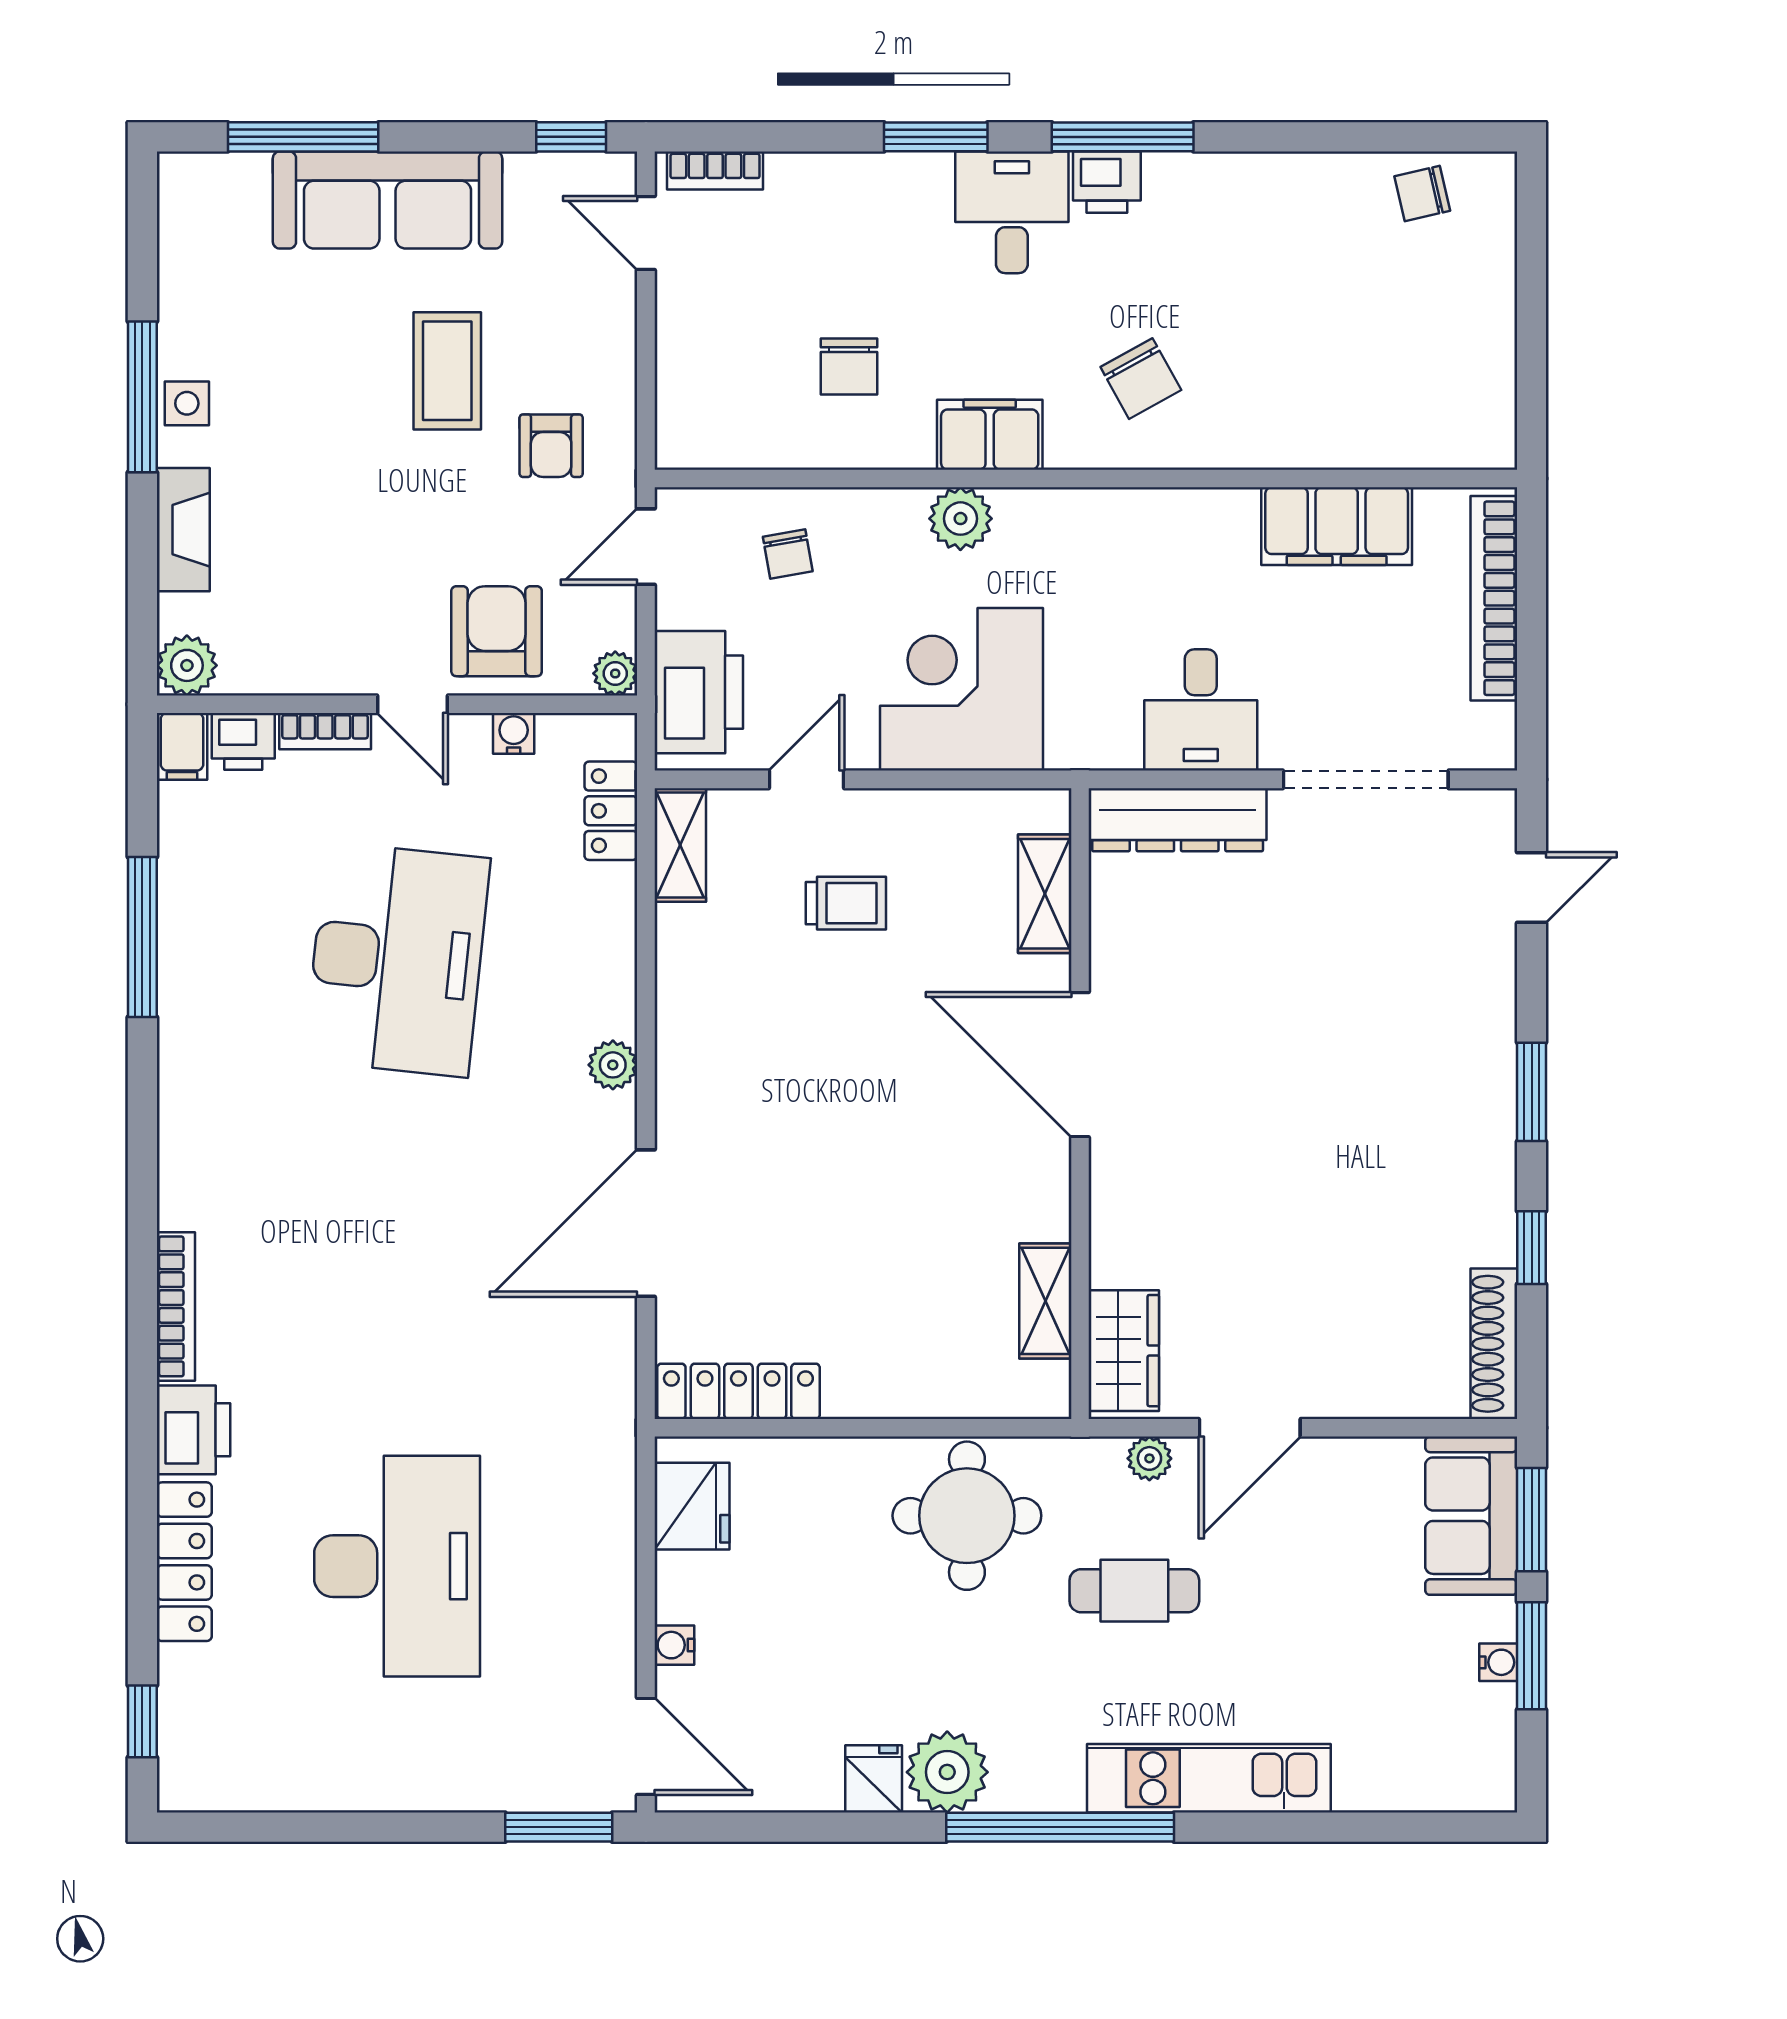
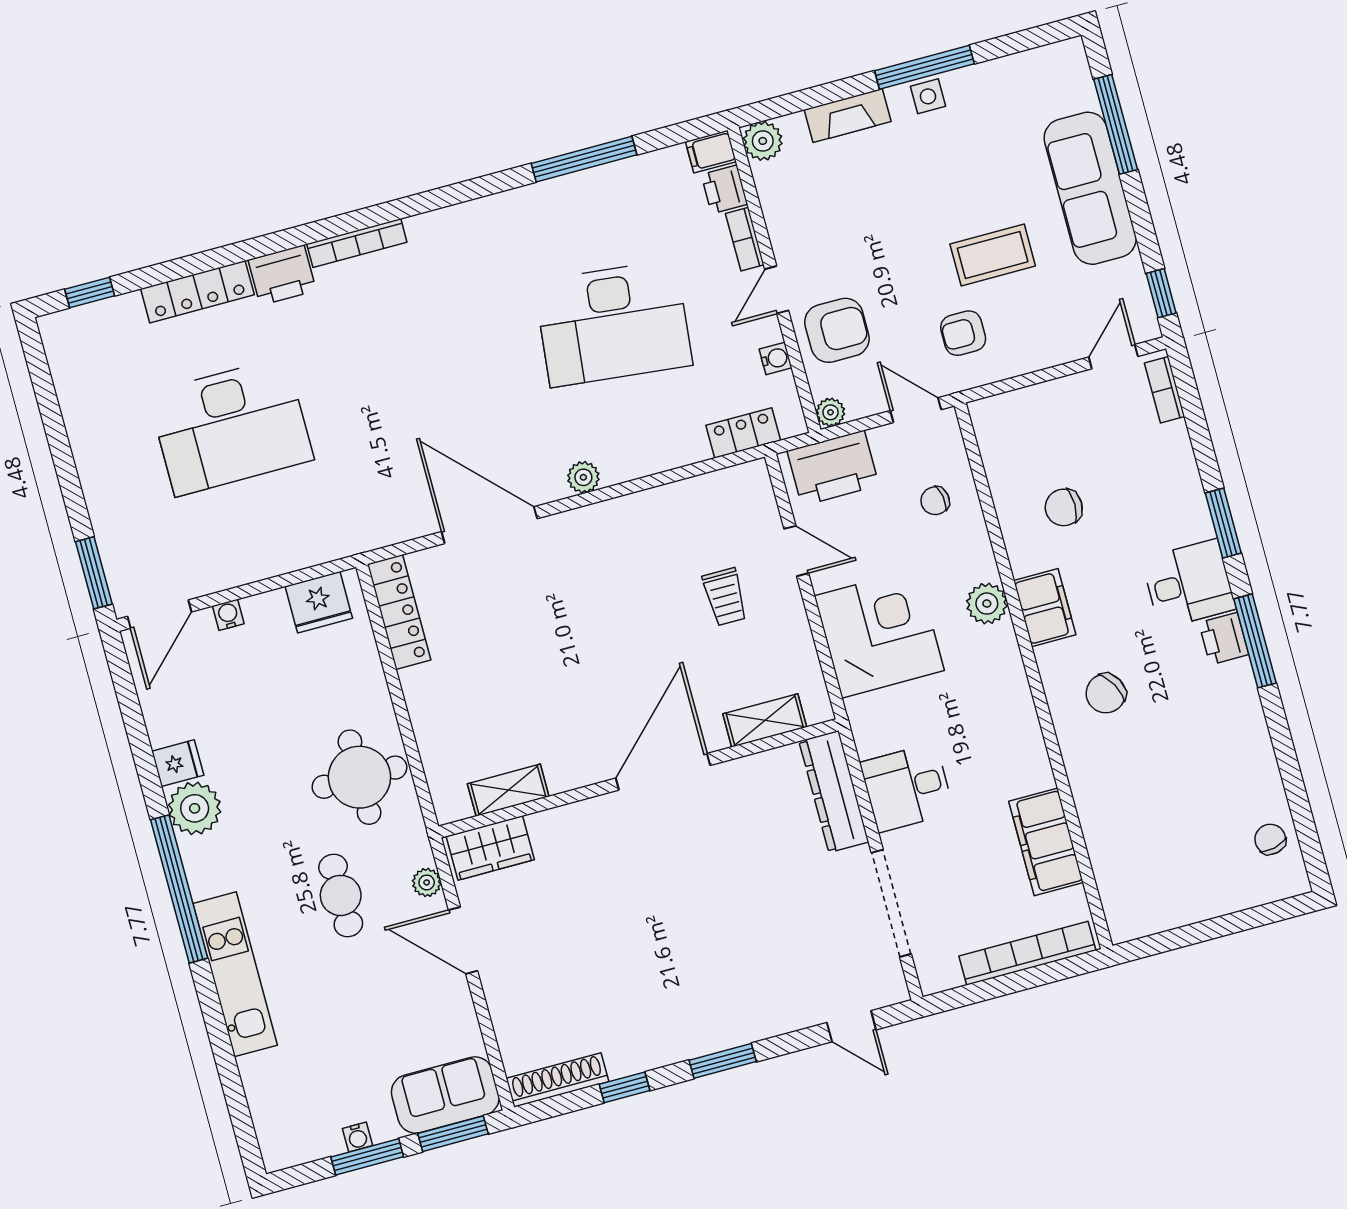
shelving: (680, 845) -> (733, 482), removed

